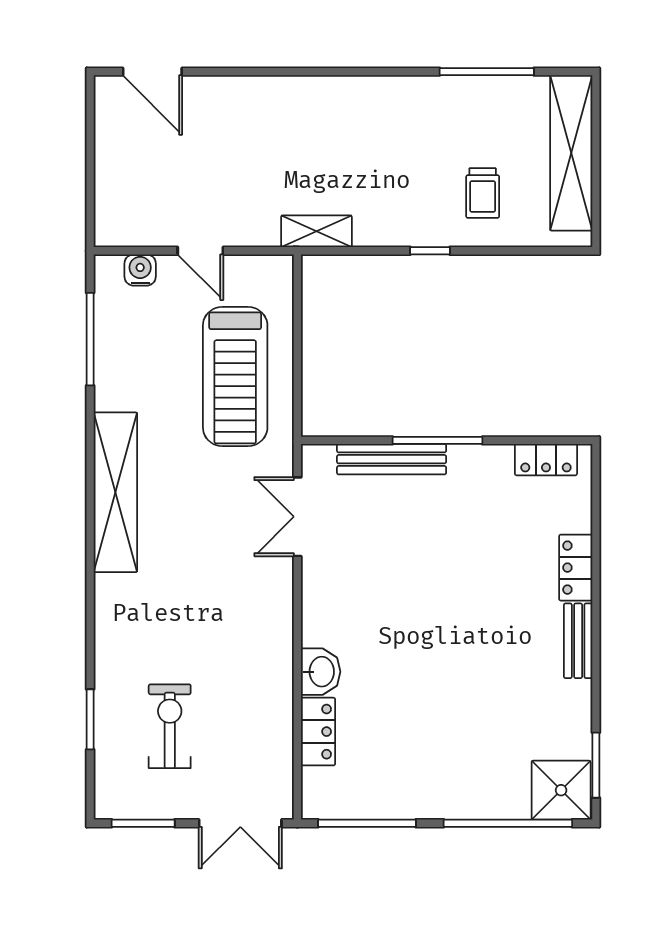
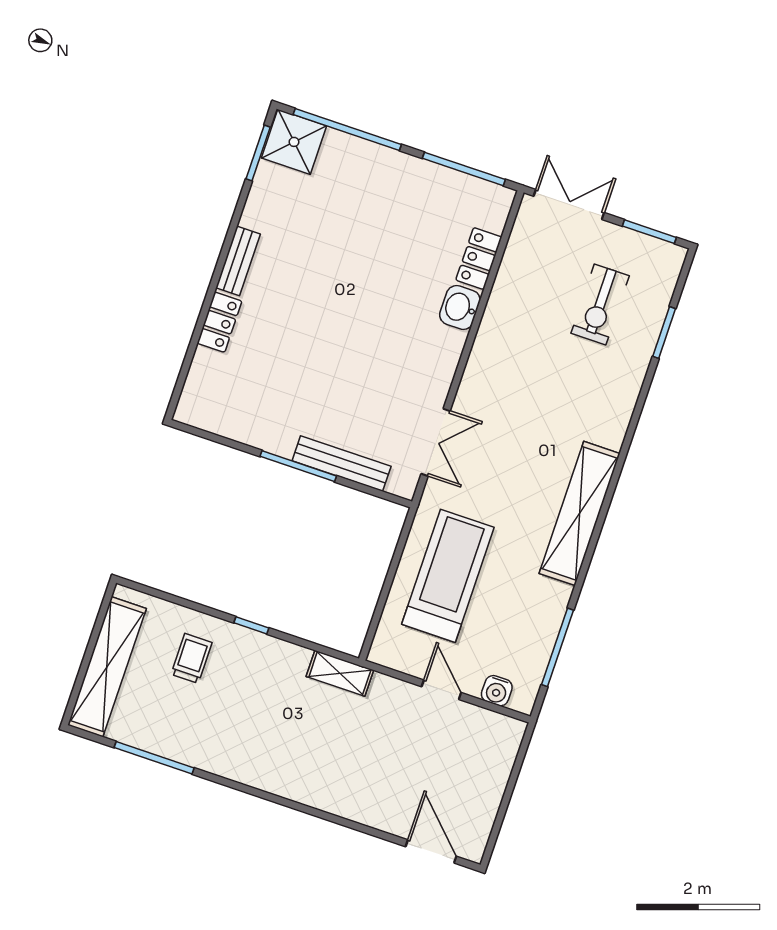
locker: (546, 460) -> (214, 420), removed

